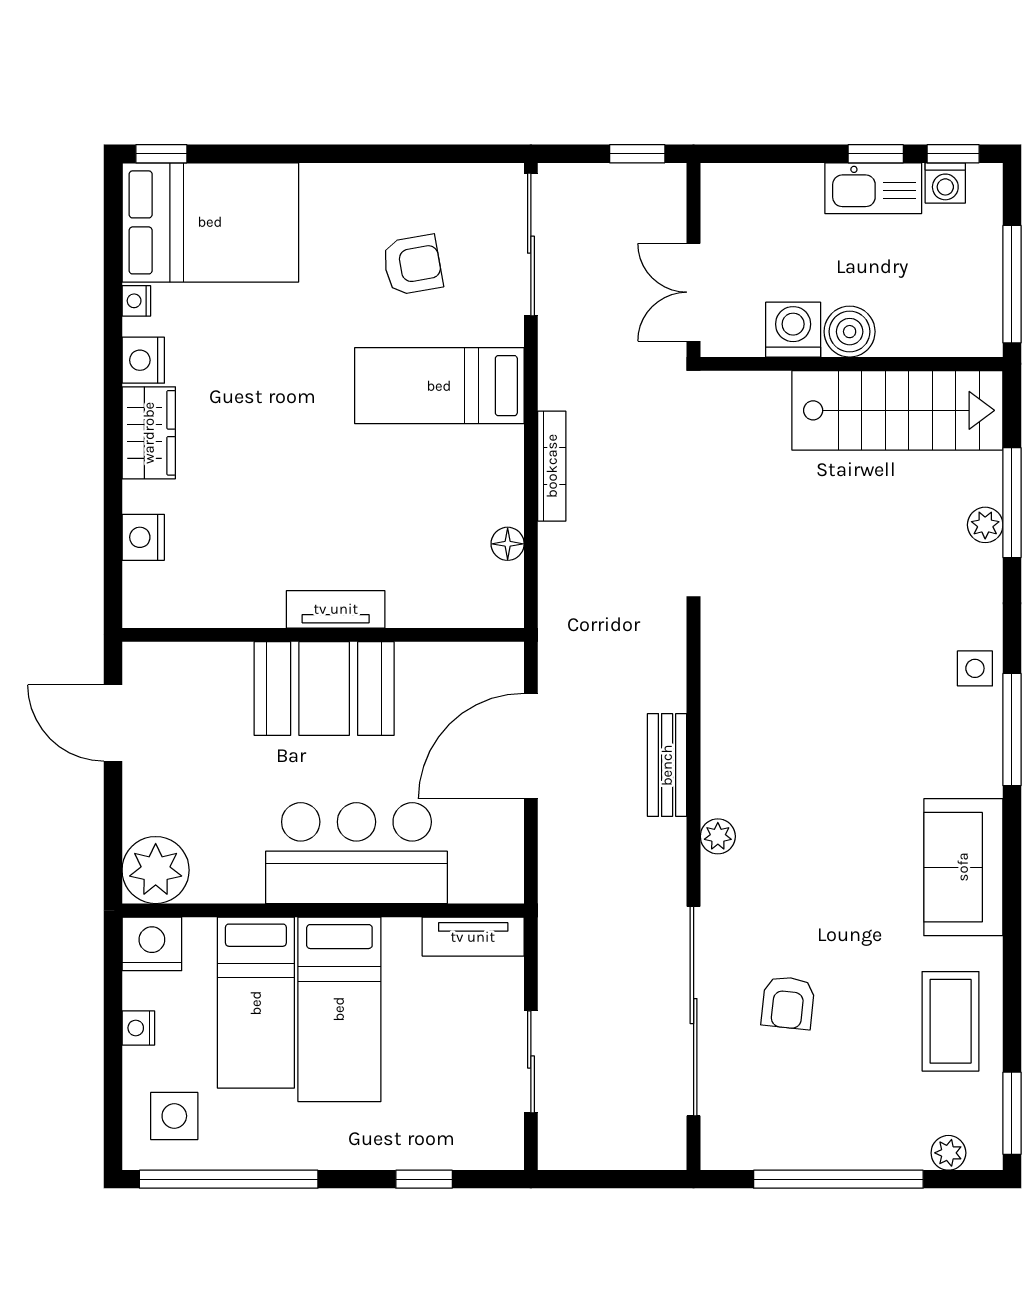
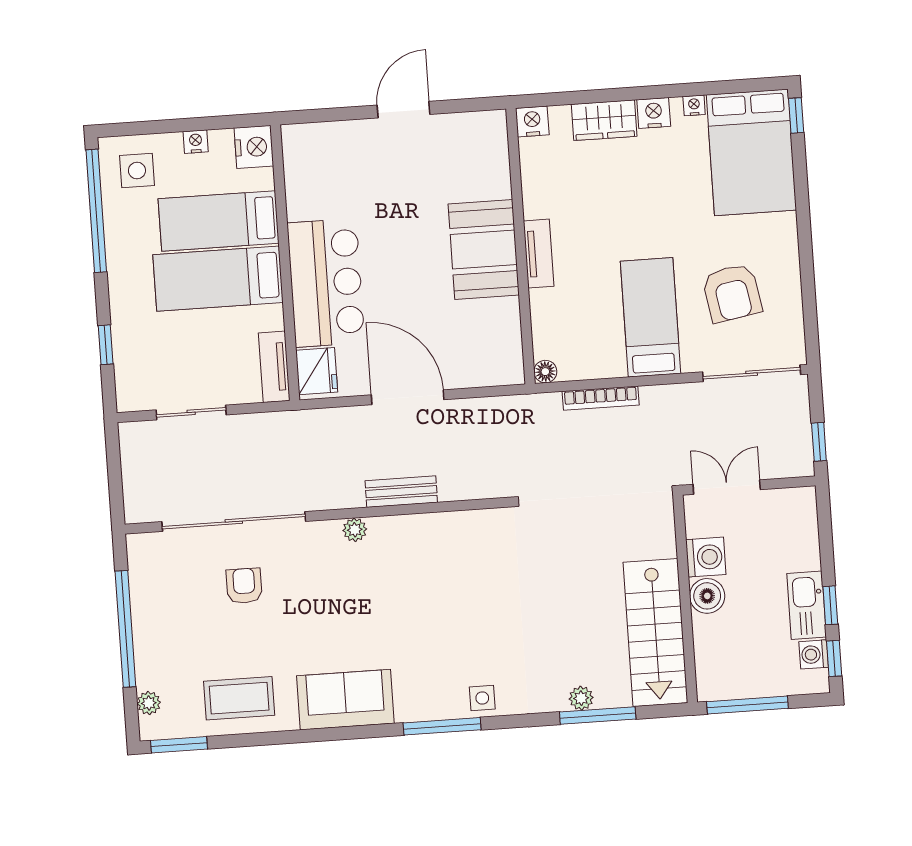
armchair: (412, 265) -> (732, 293), width x1.38, depth x1.38
tv unit: (336, 609) -> (539, 254), moved
wall: (323, 635) -> (520, 246), moved
booth: (324, 689) -> (484, 249), moved
plant: (156, 870) -> (305, 146), removed
fridge: (484, 875) -> (317, 371), added
armchair: (788, 1003) -> (244, 586), turned 84

